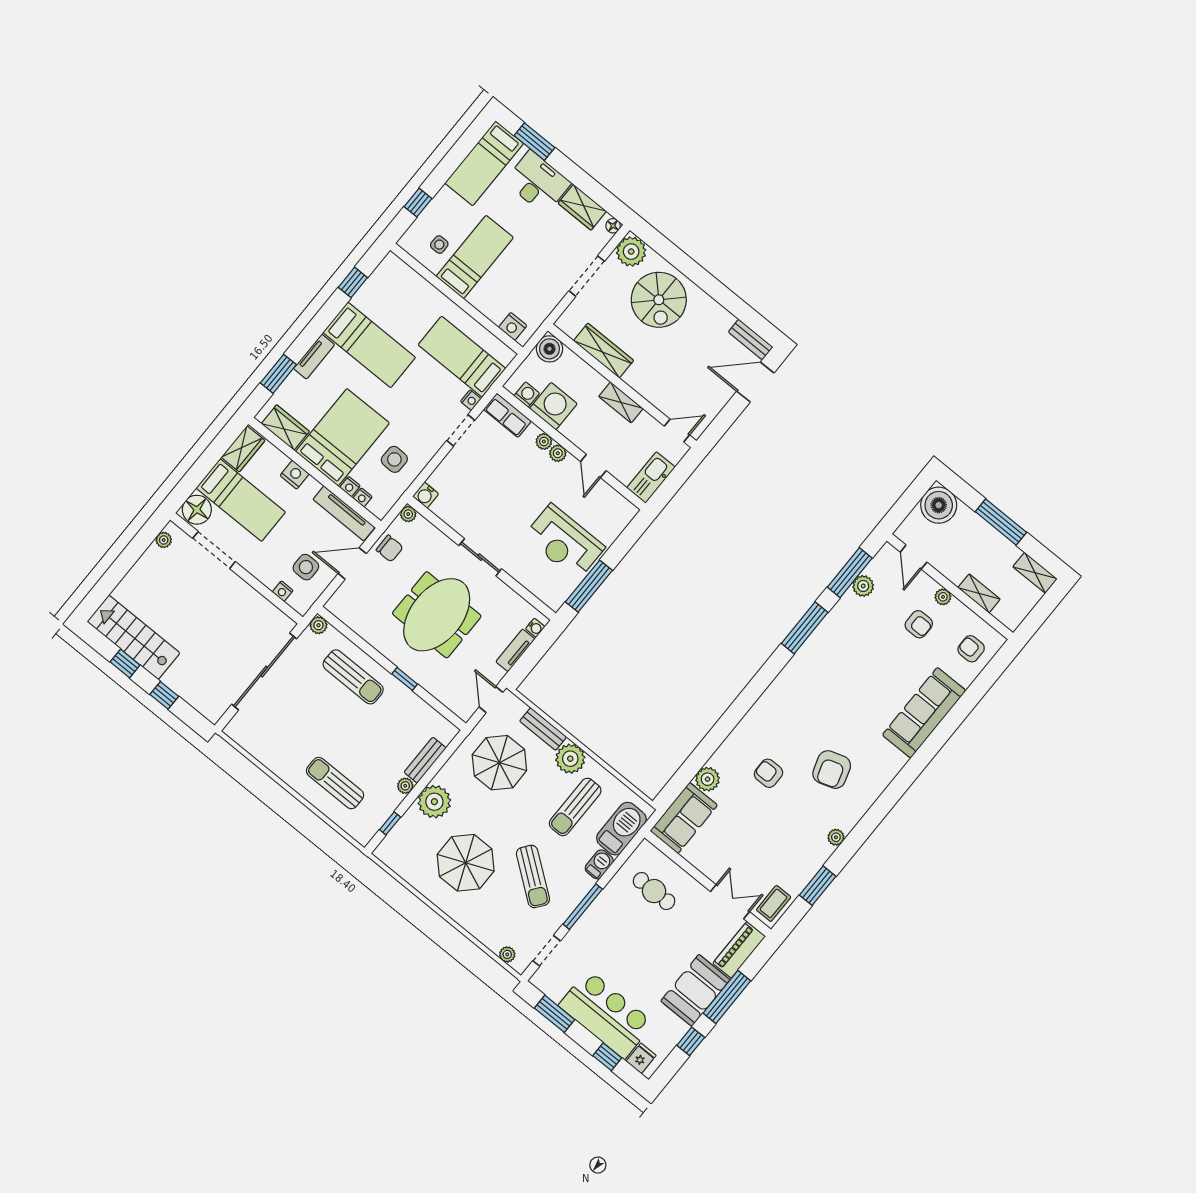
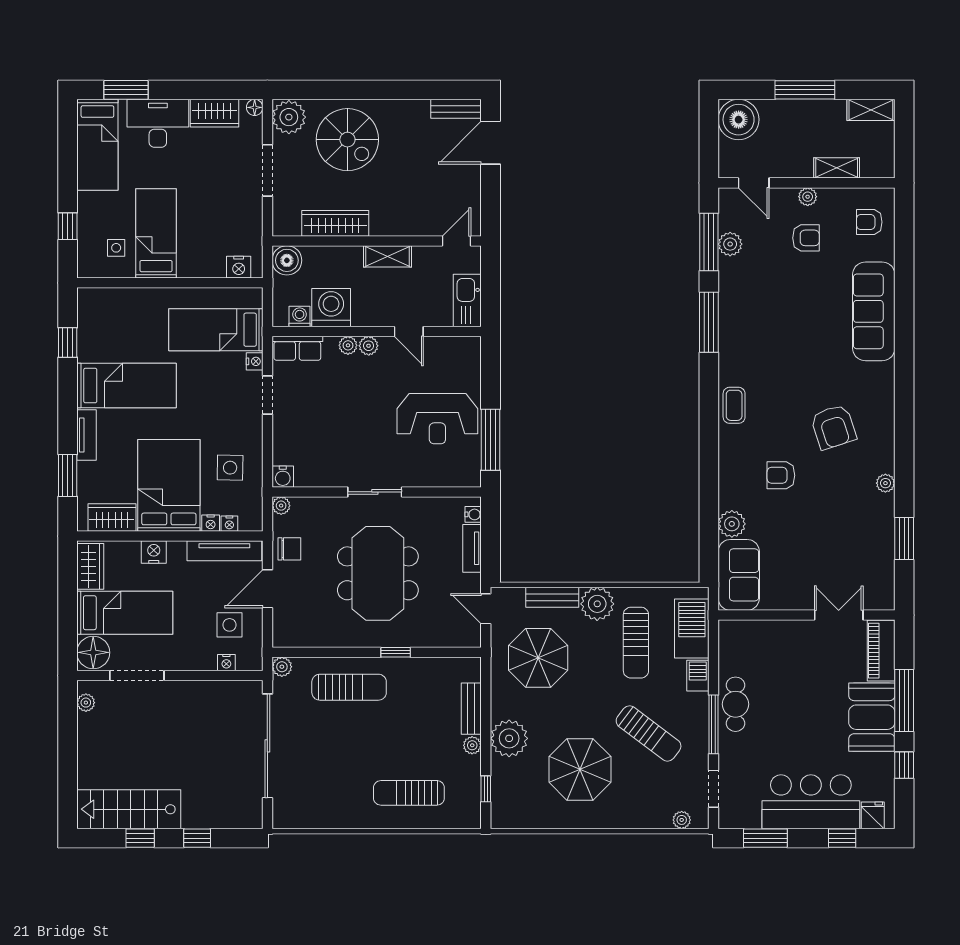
cafe table: (654, 891) -> (735, 704), moved, turned 90
coffee table: (774, 903) -> (734, 405), moved

